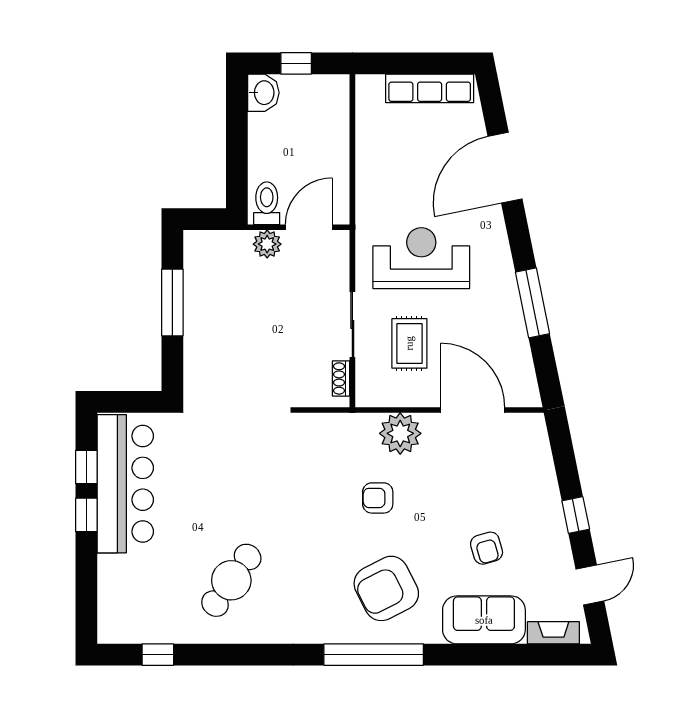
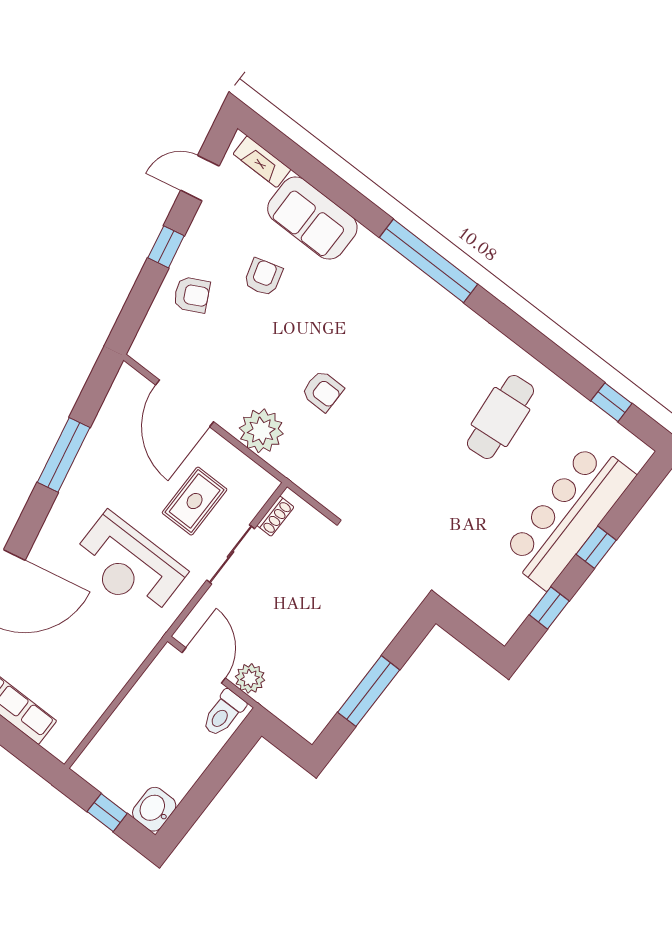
door: (309, 227) -> (204, 665), swing flipped
bar counter: (125, 484) -> (568, 515), moved
window: (86, 515) -> (596, 547), moved
cafe table: (231, 580) -> (500, 417), turned -40
armchair: (386, 588) -> (192, 295), moved, width x0.53, depth x0.53

